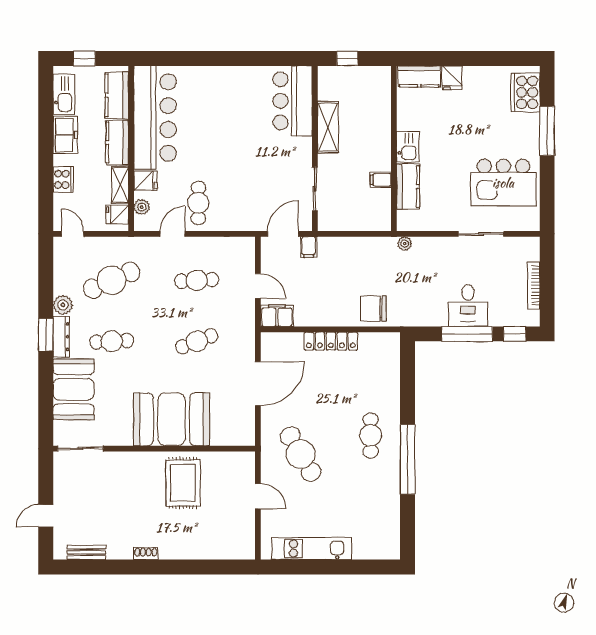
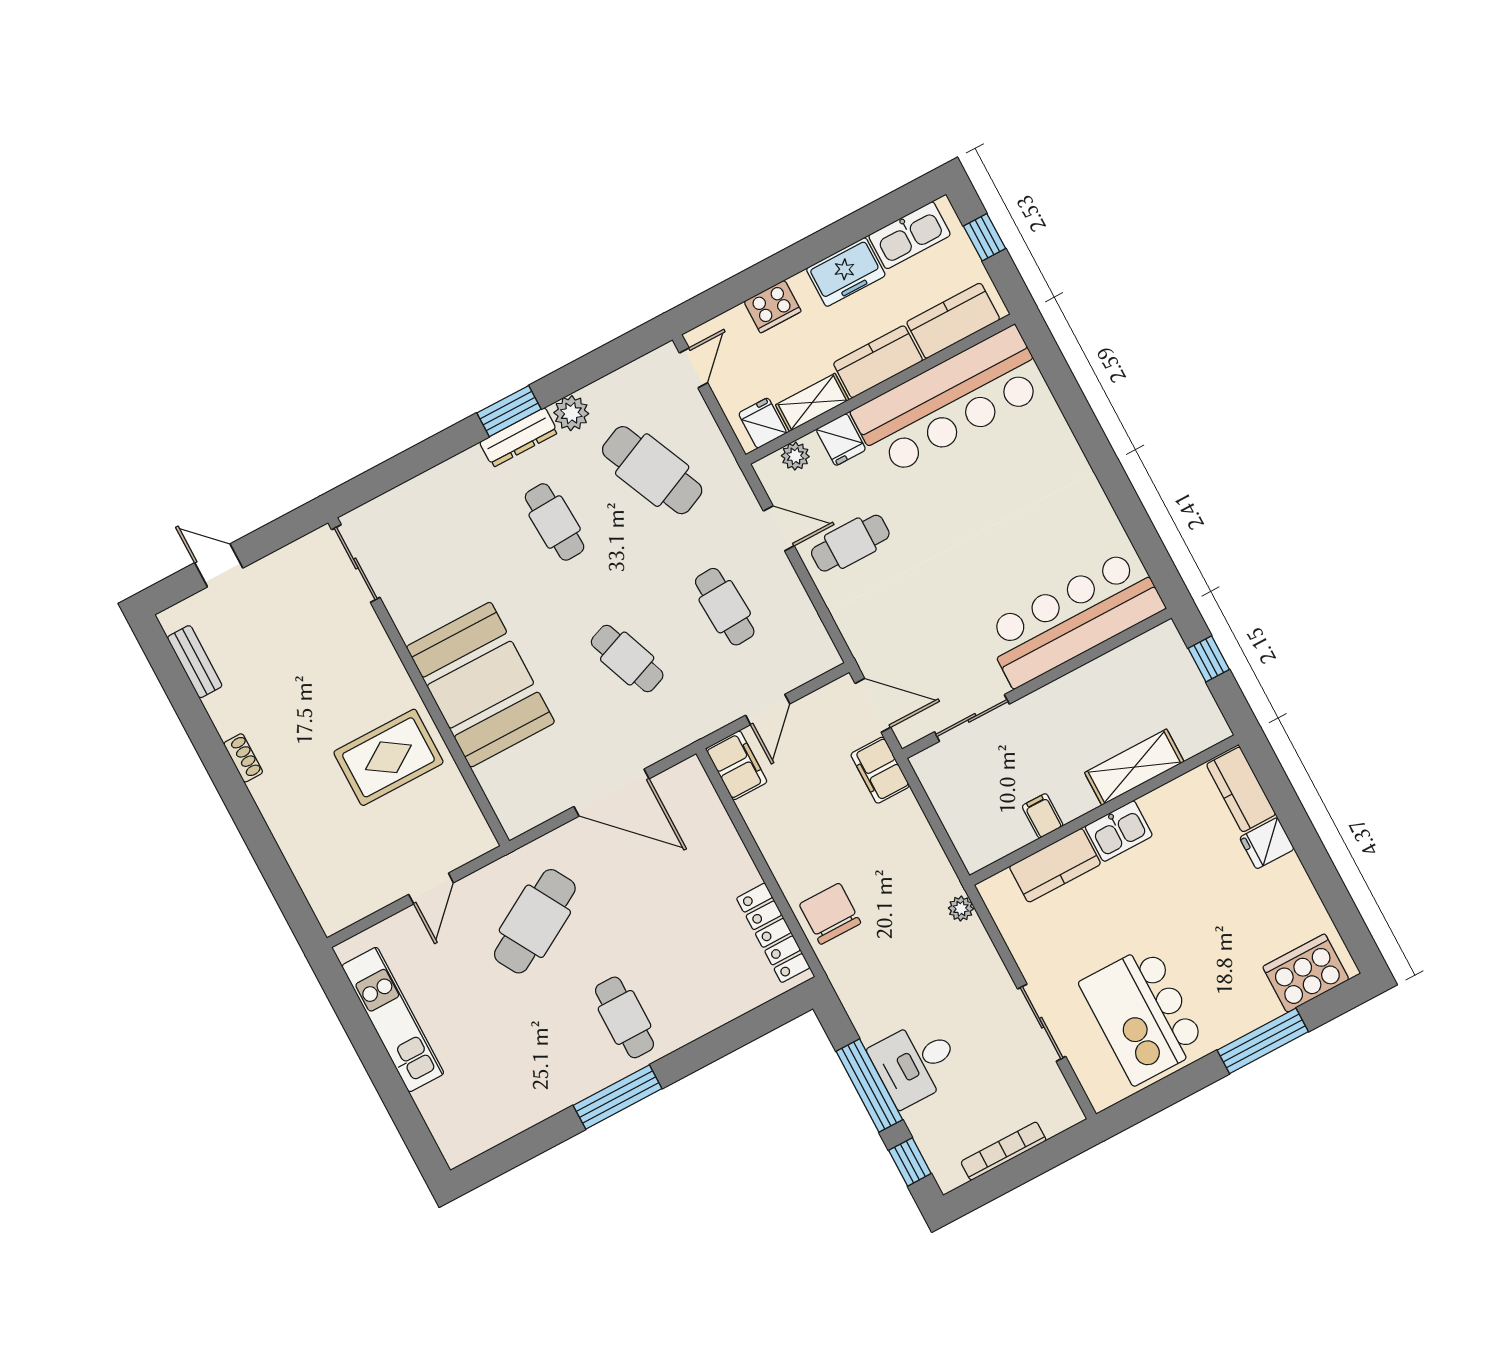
bar counter: (293, 101) -> (1074, 618), width x1.36
shelving: (328, 127) -> (1134, 767), moved
filing cabinet: (309, 247) -> (880, 770), width x2.00
locker: (331, 341) -> (773, 933), moved
booth: (74, 389) -> (445, 502), removed
cafe table: (371, 435) -> (625, 1017), turned 90
window: (408, 459) -> (618, 1097), width x0.68

